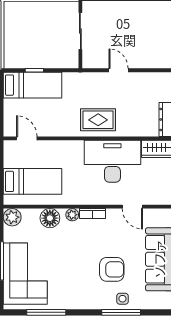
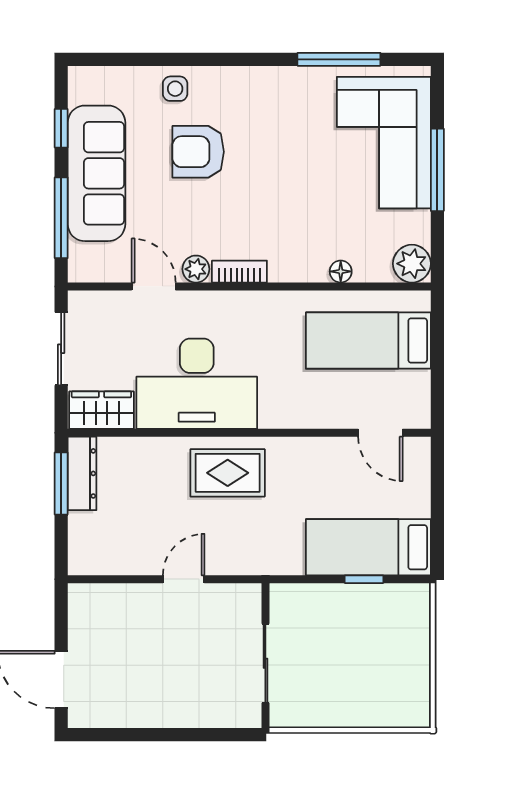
door: (118, 70) -> (184, 579), swing flipped
plant: (72, 215) -> (196, 269), moved
floor lamp: (50, 218) -> (341, 271), width x0.53, depth x0.53
window: (121, 312) -> (178, 59), removed

